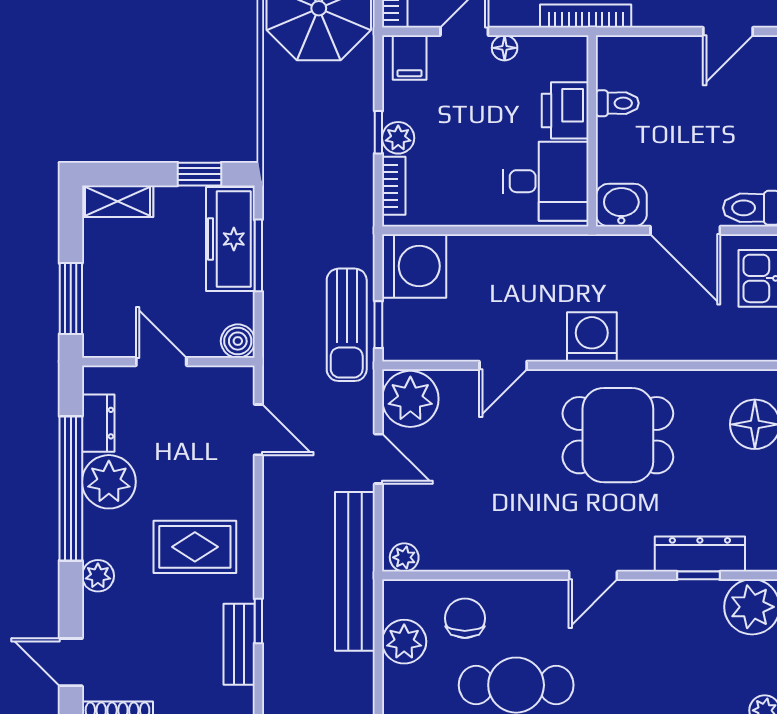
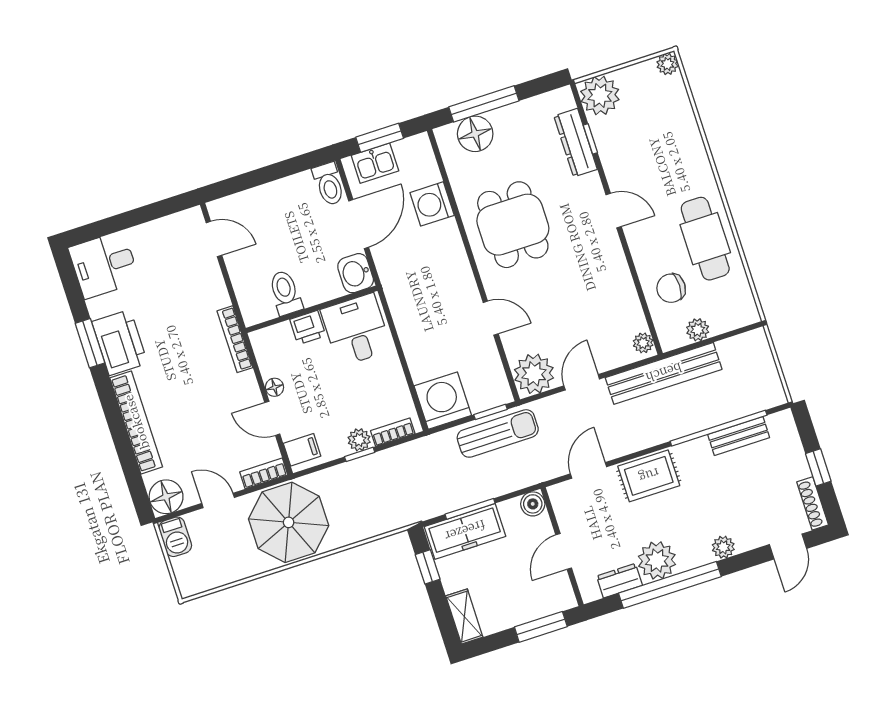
toilet: (617, 103) -> (285, 293), width x1.37, depth x1.39
printer: (565, 110) -> (308, 328), width x0.73, depth x0.81
washing machine: (592, 337) -> (432, 204), moved
rug: (195, 547) -> (649, 476), moved, turned 90
window: (258, 621) -> (719, 428), width x3.17
plant: (404, 642) -> (698, 330), width x0.73, depth x0.73

